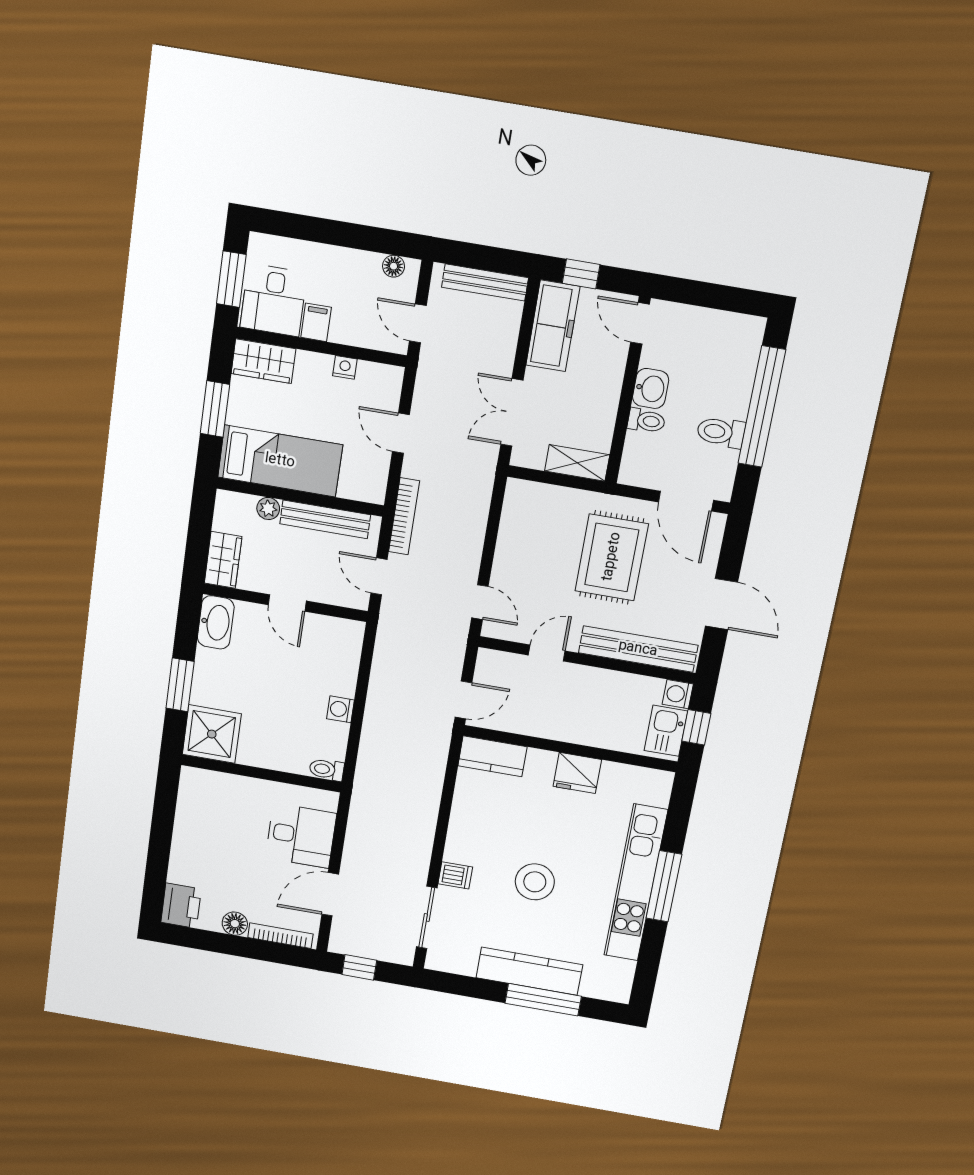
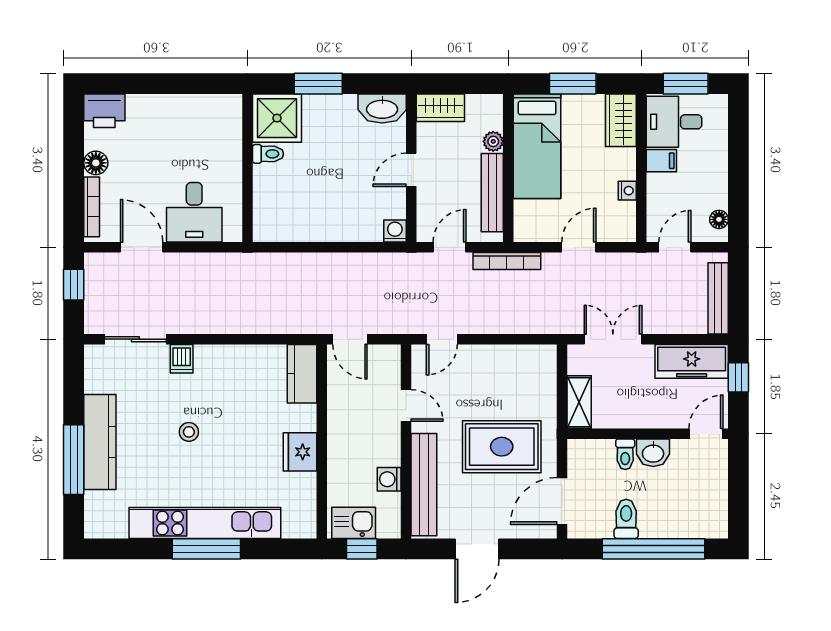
washing machine: (678, 694) -> (389, 479), moved, turned -90
washing machine: (340, 709) -> (395, 231), moved
toilet: (327, 770) -> (268, 154), moved, turned 90
stool: (535, 882) -> (189, 432), width x0.53, depth x0.53

